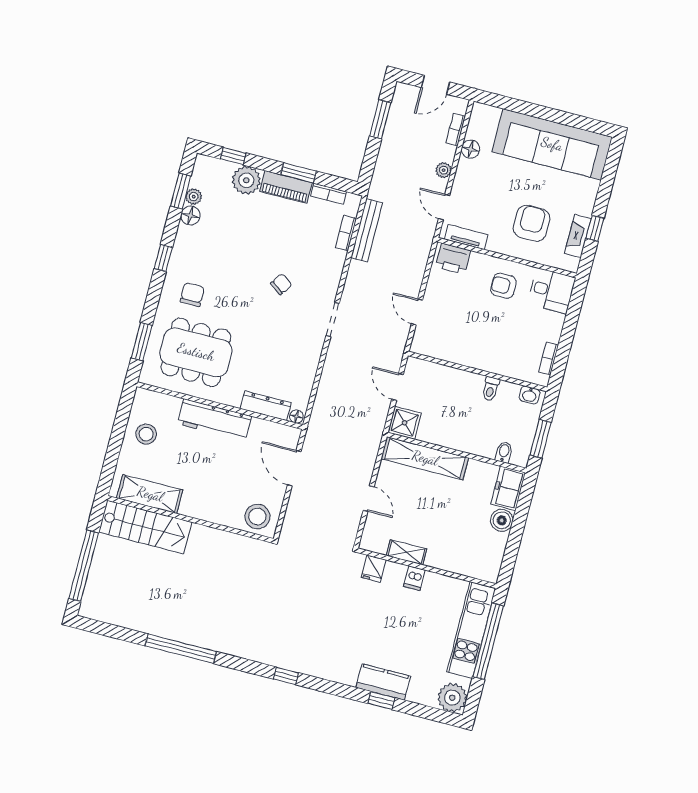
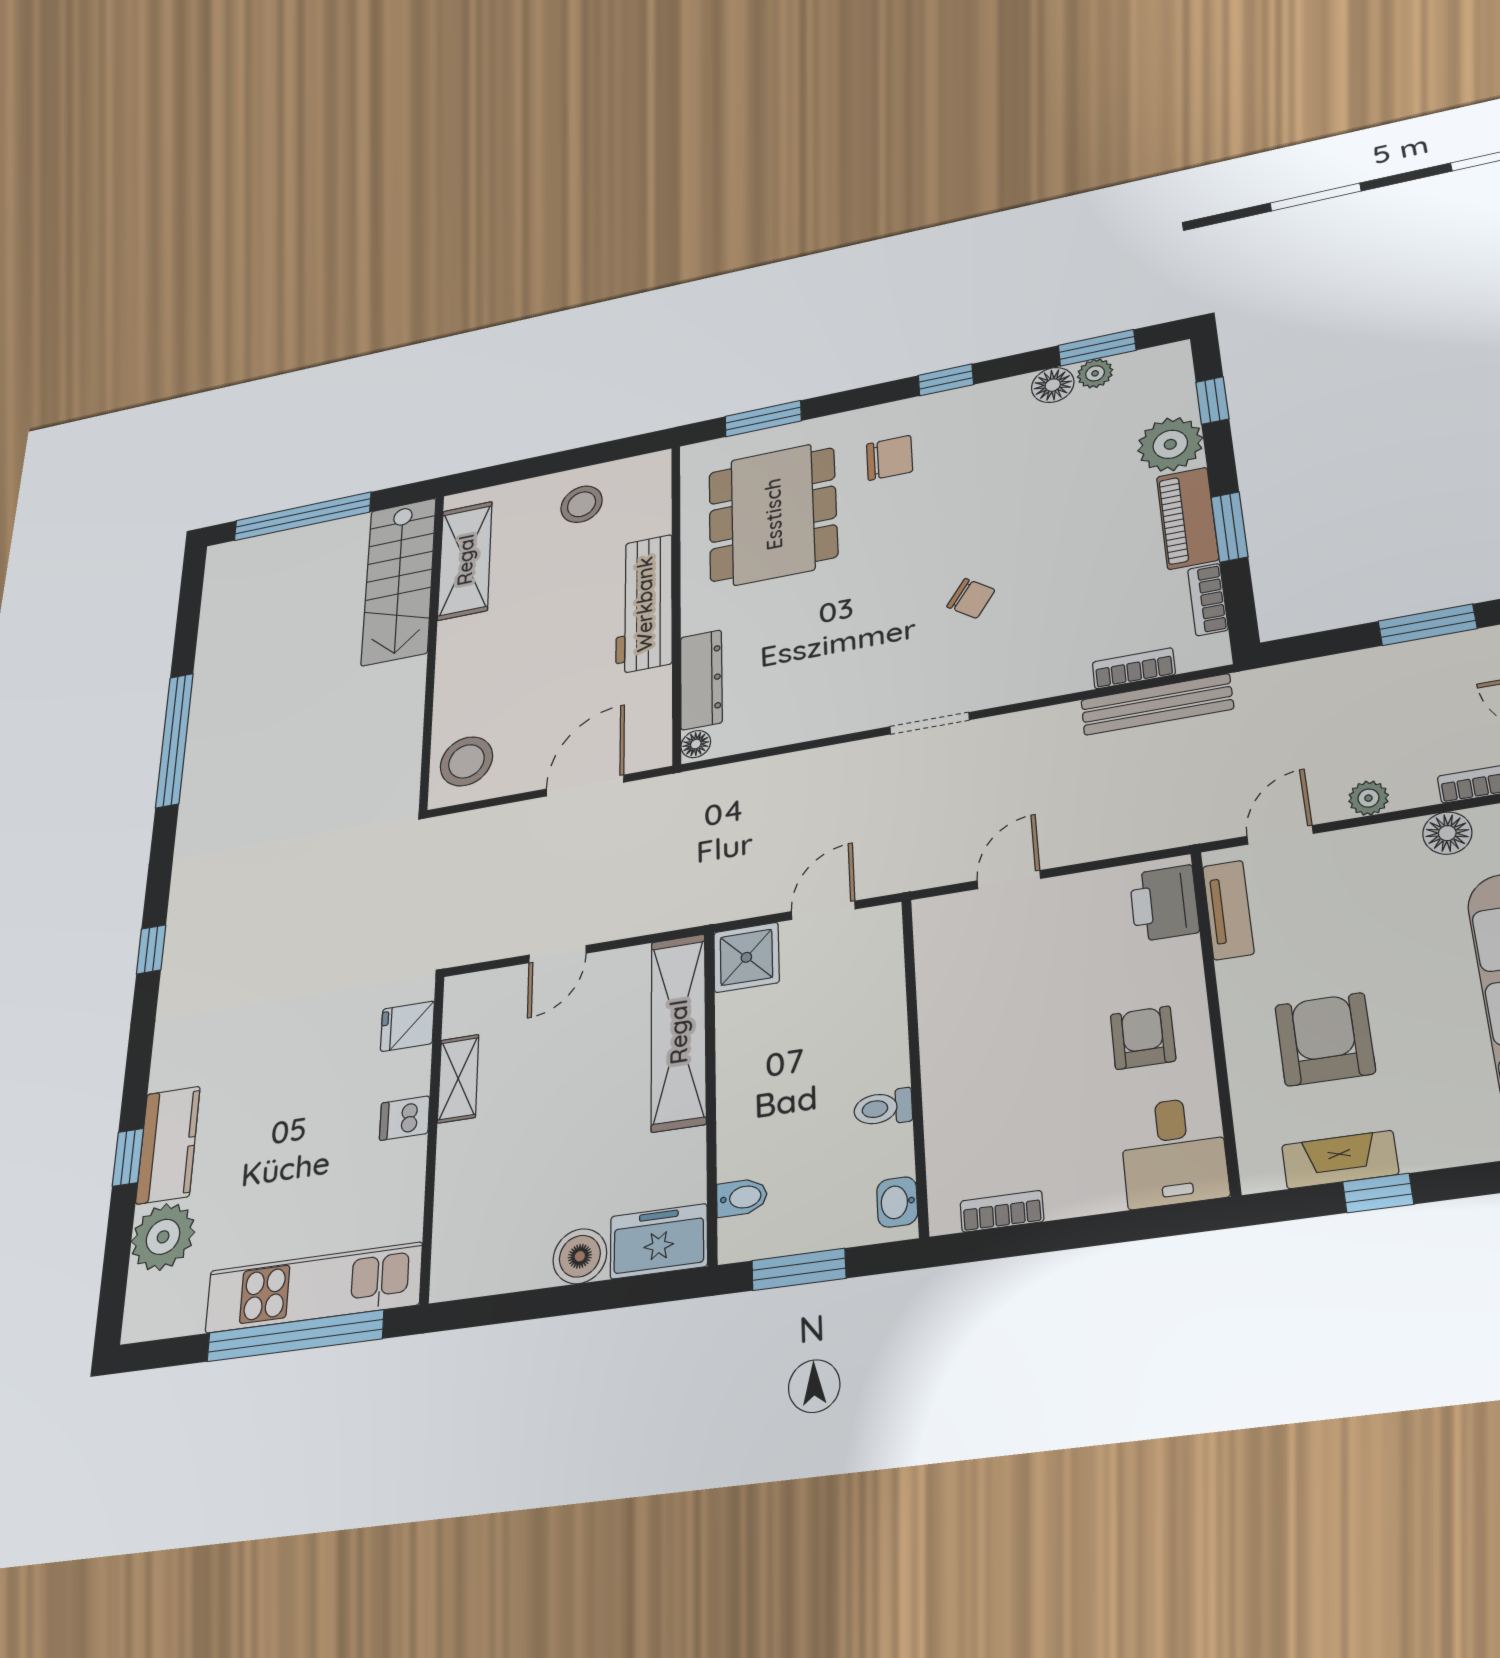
armchair: (532, 223) -> (1325, 1039), turned -90
plant: (452, 698) -> (163, 1237), moved

